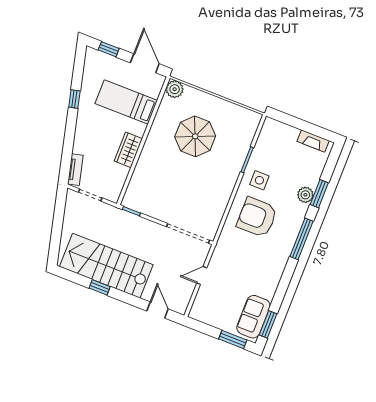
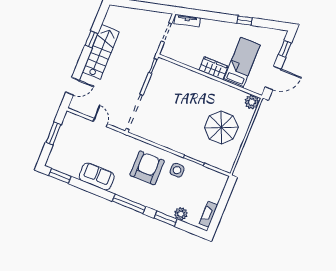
parasol: (195, 136) -> (221, 127), moved
wardrobe: (128, 150) -> (213, 68), moved
plant: (305, 195) -> (181, 214), moved
stairs: (106, 266) -> (101, 52), width x0.73, depth x0.66
sofa: (253, 317) -> (97, 176), moved
window: (233, 340) -> (53, 133), moved

